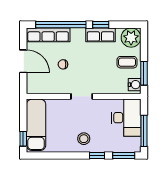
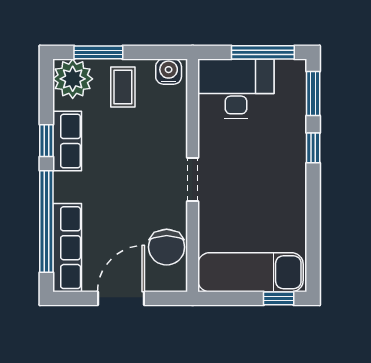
chair: (63, 64) -> (167, 247), moved, width x1.87, depth x1.87
window: (144, 73) -> (98, 52), moved
stool: (84, 139) -> (279, 175), removed

